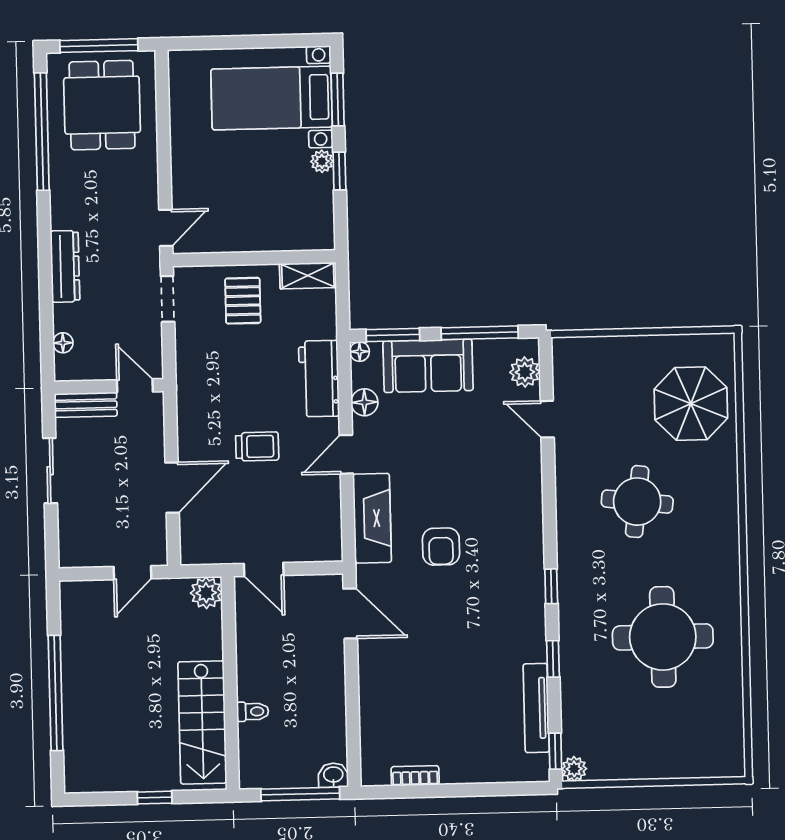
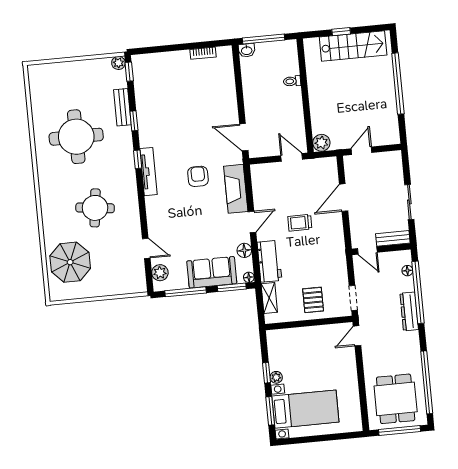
shelving: (308, 276) -> (269, 298), moved, turned 90
window: (46, 301) -> (418, 292), added
bench: (573, 686) -> (122, 107), added
tv unit: (536, 708) -> (148, 172), moved
stairs: (202, 722) -> (353, 46), moved, turned 90

